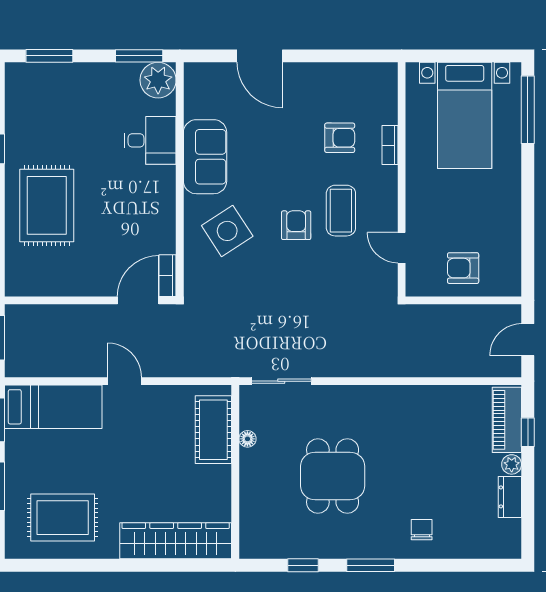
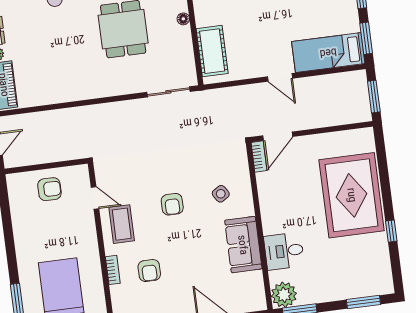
armchair: (340, 138) -> (149, 271), turned -90
rug: (47, 205) -> (352, 195), width x1.37, depth x1.44
coffee table: (341, 211) -> (122, 224), moved
side table: (227, 231) -> (221, 194), width x0.54, depth x0.54
floor lamp: (247, 439) -> (183, 19), moved

